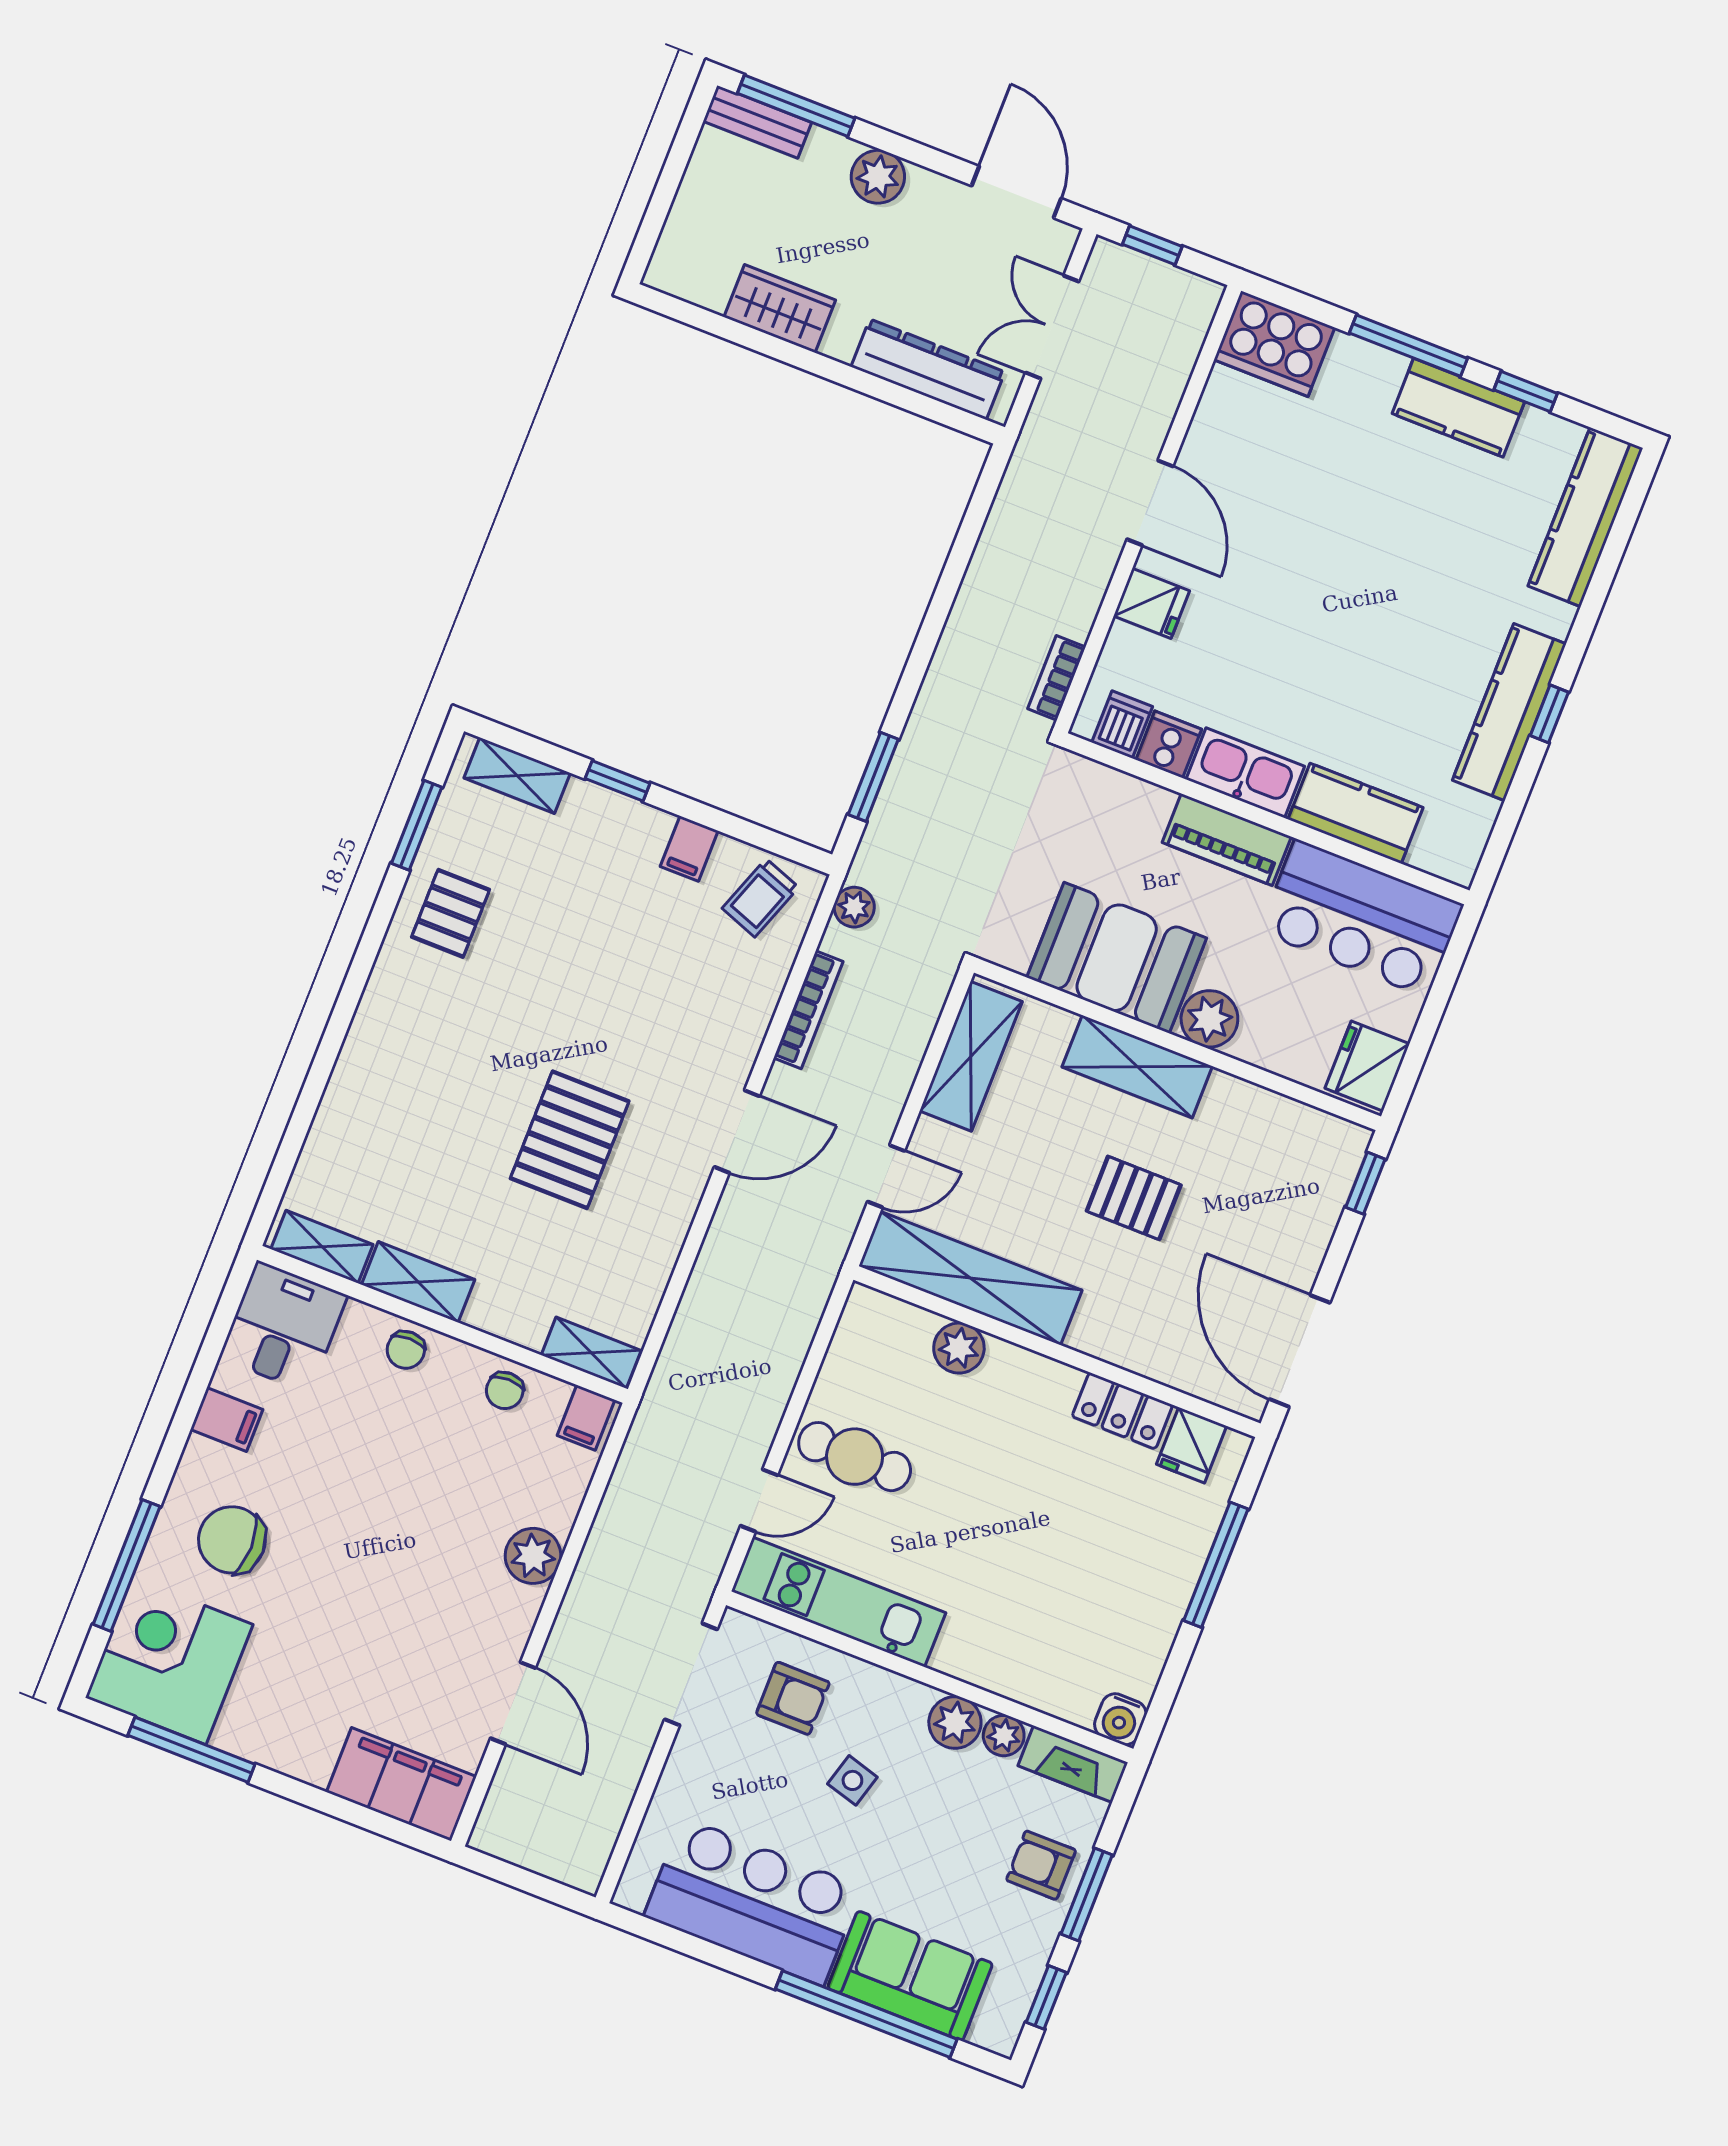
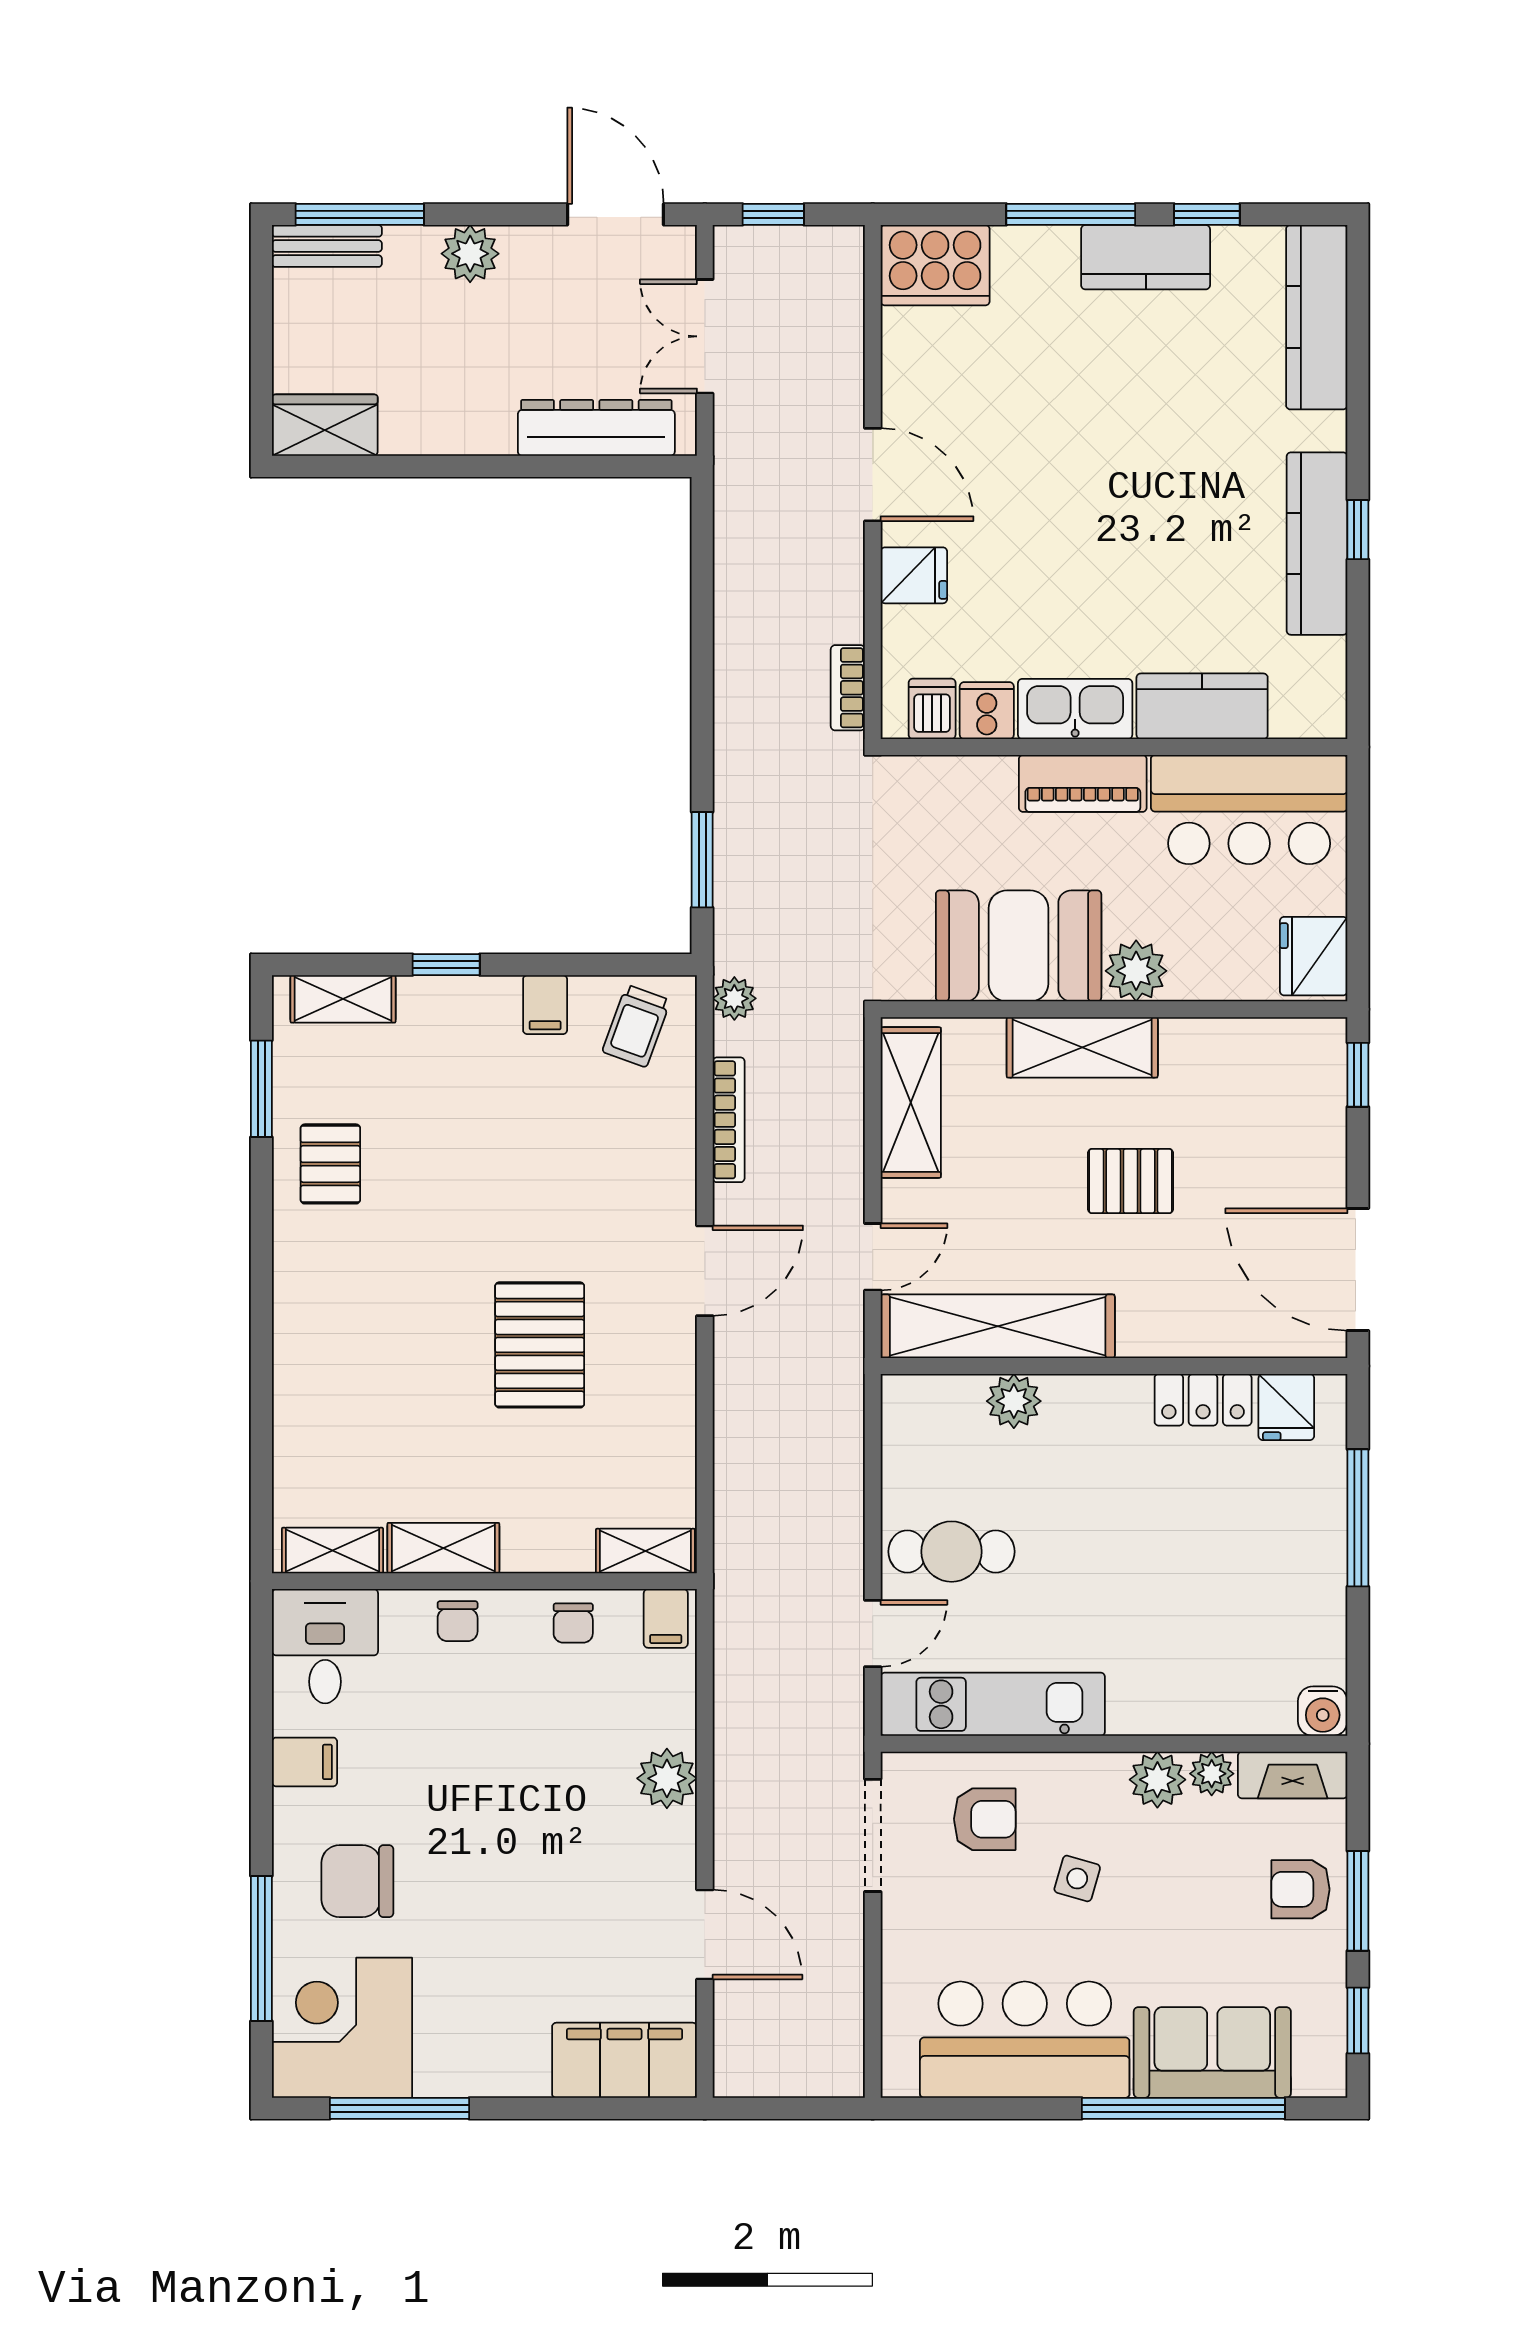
wardrobe: (780, 309) -> (325, 425), moved

